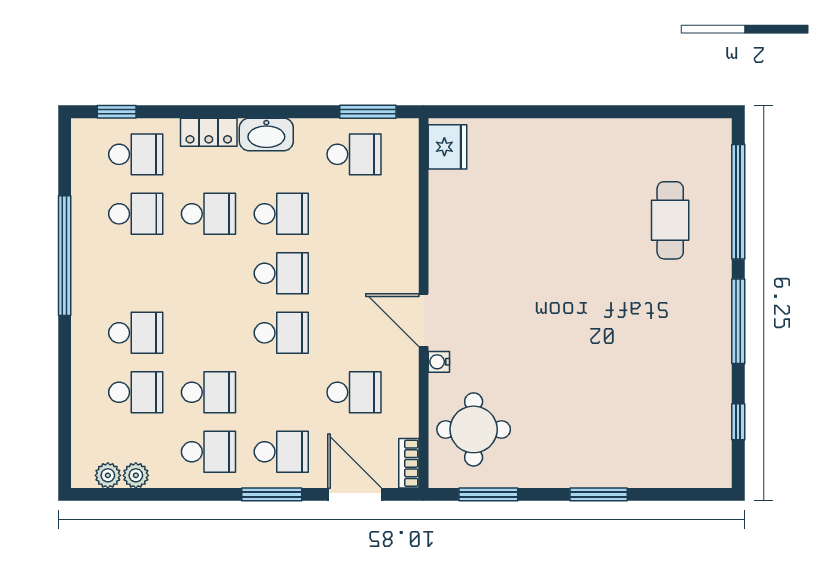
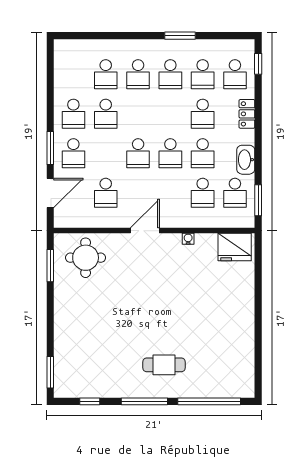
washbasin: (266, 134) -> (246, 160), moved
fridge: (447, 147) -> (235, 247), width x1.36, depth x1.34
school desk: (354, 214) -> (203, 193), added
cafe table: (670, 220) -> (164, 365), moved
window: (65, 256) -> (180, 36), width x0.47
school desk: (136, 273) -> (170, 74), added
water cooler: (439, 362) -> (188, 239), moved
bookcase: (409, 463) -> (67, 223), removed
plant: (108, 475) -> (61, 59), removed
plant: (136, 475) -> (61, 74), removed
window: (599, 494) -> (50, 372), moved

